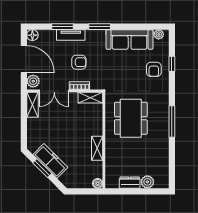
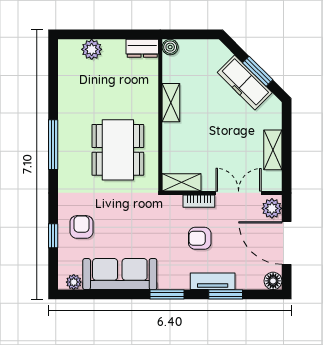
shelving: (33, 105) -> (273, 150), moved
dresser: (130, 183) -> (142, 48), moved

